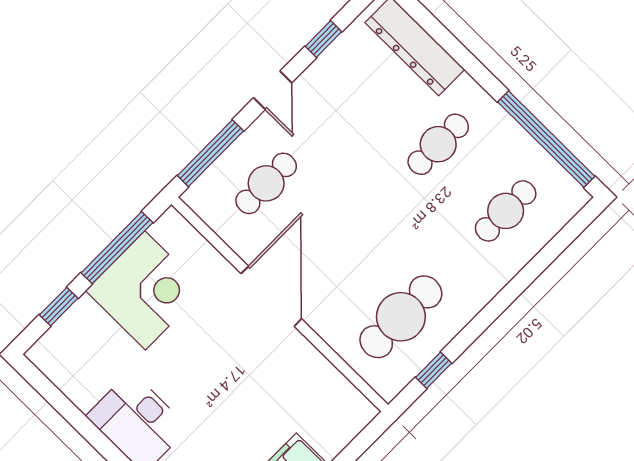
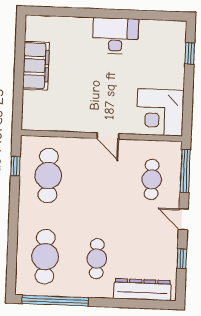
cafe table: (506, 211) -> (45, 257), width x1.37, depth x1.35
window: (117, 248) -> (188, 99), removed
corner desk: (145, 290) -> (160, 112), moved
door: (271, 296) -> (108, 136), width x0.53

